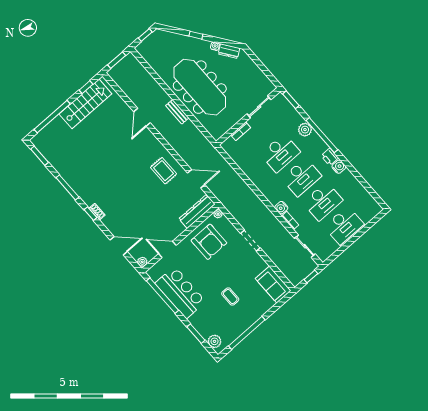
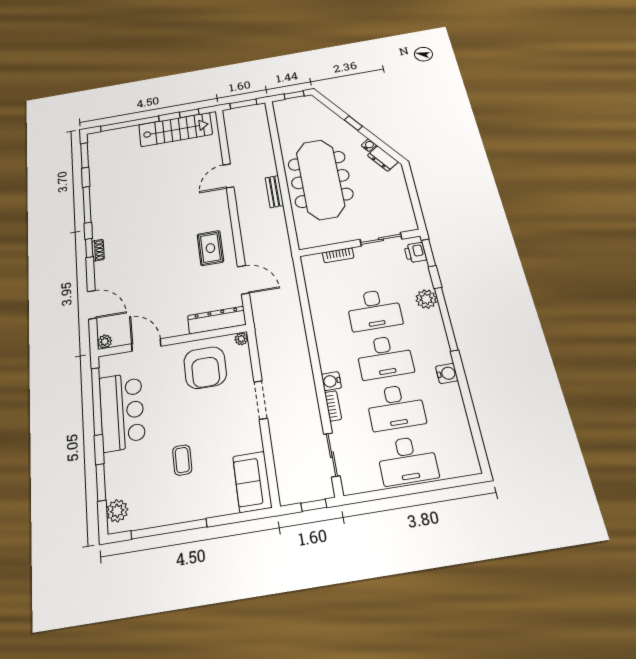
printer: (330, 157) -> (415, 253), moved

